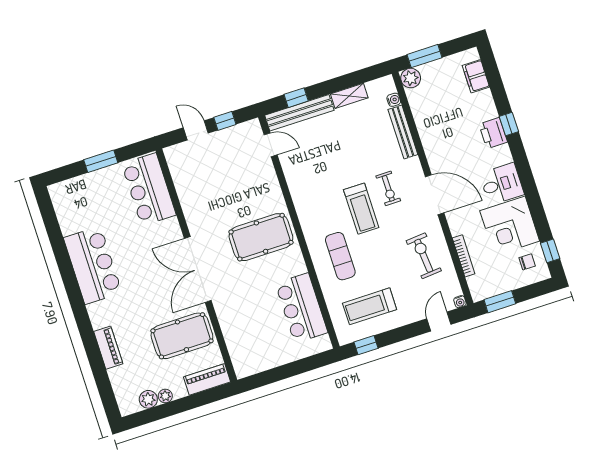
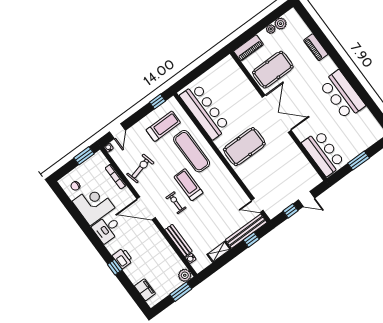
window: (550, 251) -> (63, 197), removed
exercise mat: (340, 256) -> (192, 151), width x1.36, depth x1.45
exercise bike: (424, 256) -> (140, 168), turned -99
bar counter: (302, 308) -> (205, 111), width x1.36

